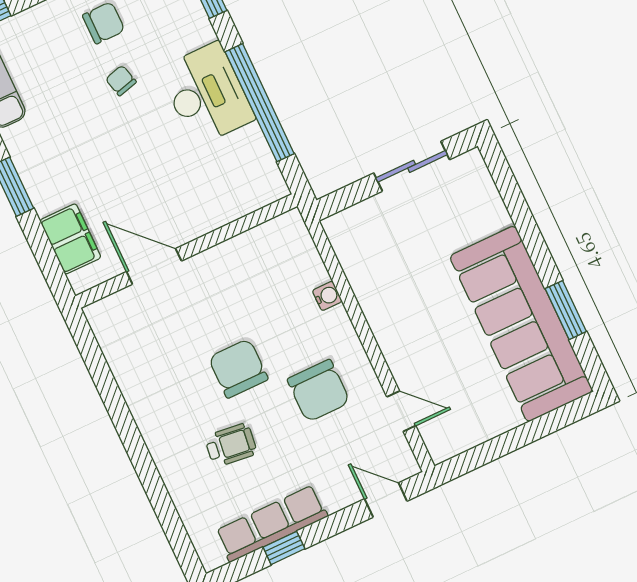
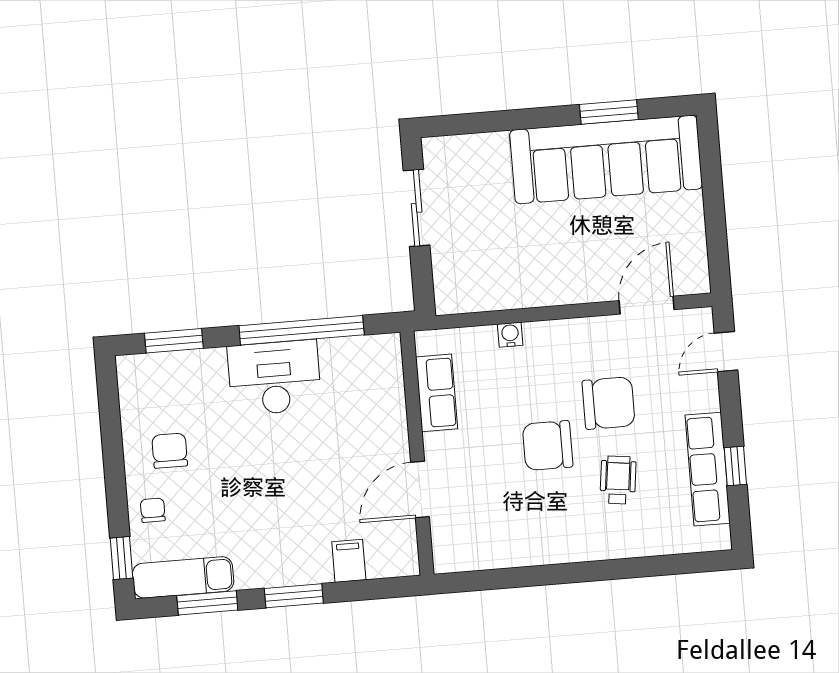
chair: (121, 81) -> (153, 510), moved, turned 105
filing cabinet: (70, 239) -> (349, 561), width x0.50
row of seats: (249, 248) -> (437, 393), added
chair: (319, 391) -> (609, 403), moved
door: (401, 411) -> (647, 305), width x1.38

